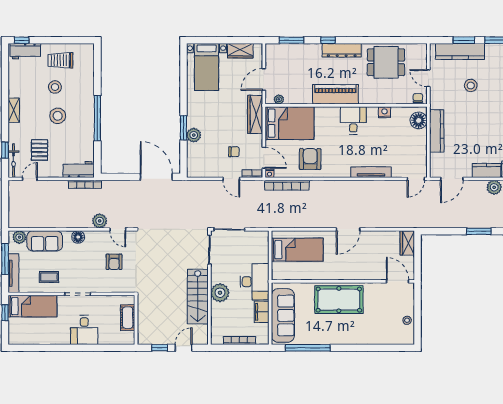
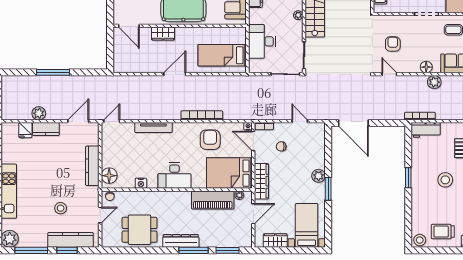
window: (328, 40) -> (194, 250), width x2.17
trolley: (60, 60) -> (443, 232), turned 180
door: (428, 78) -> (100, 215), hinge flipped
stool: (55, 87) -> (420, 240), moved
piano: (335, 94) -> (213, 200), moved
window: (97, 118) -> (408, 178), width x0.47
desk: (353, 120) -> (174, 176), width x1.37
window: (183, 128) -> (328, 189), moved
plant: (194, 135) -> (319, 176), moved
armchair: (310, 159) -> (210, 140), turned 180
door: (231, 179) -> (300, 121), moved
bookcase: (287, 185) -> (202, 115), moved
plant: (100, 221) -> (434, 82), moved
window: (479, 231) -> (53, 72), width x1.44
wardrobe: (407, 243) -> (163, 34), moved, turned 90
desk: (255, 282) -> (262, 41), moved
plant: (220, 293) -> (298, 15), width x0.53, depth x0.53

